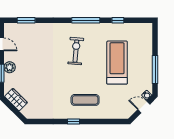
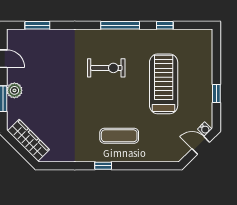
exercise bike: (76, 51) -> (106, 68), turned 85
window: (155, 69) -> (216, 94), width x0.46
wardrobe: (16, 100) -> (28, 140), width x1.50

